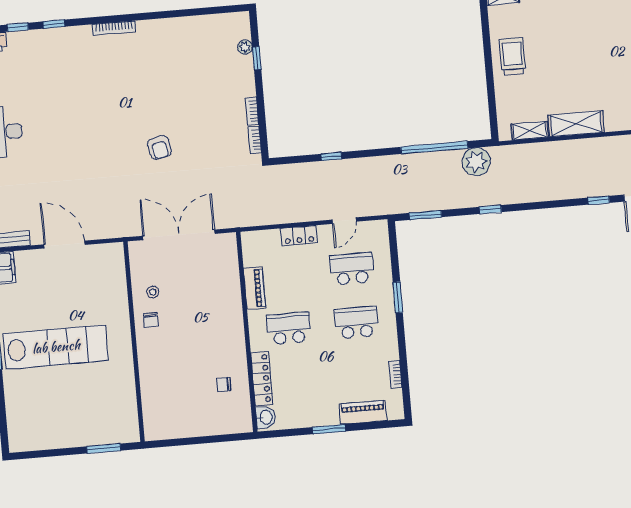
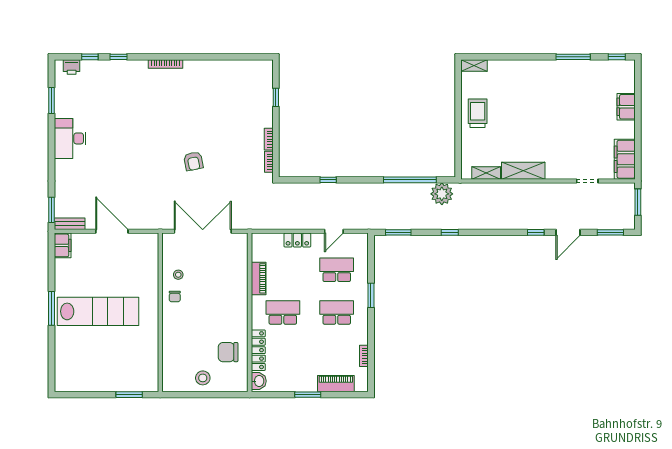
plant: (245, 47) -> (267, 88), removed
chair: (224, 384) -> (228, 352), width x1.87, depth x1.87
stool: (195, 420) -> (203, 378), added

